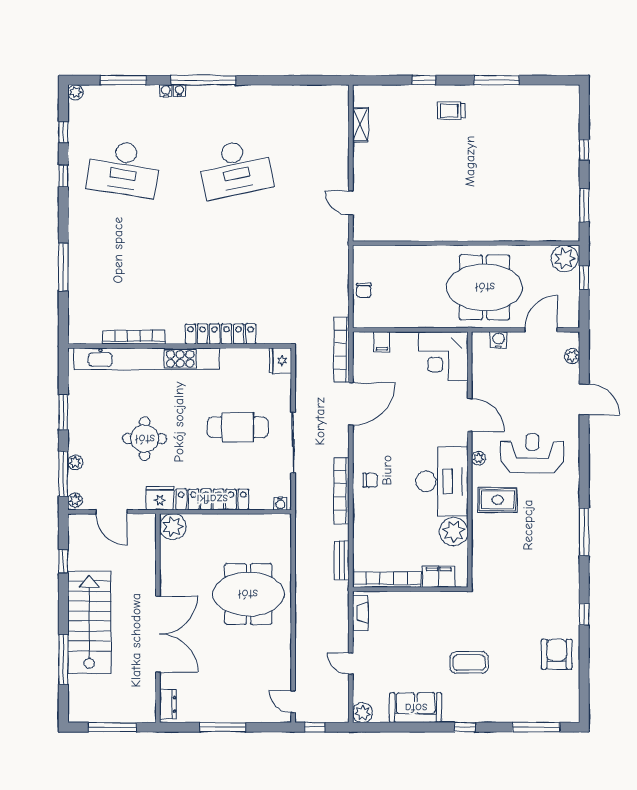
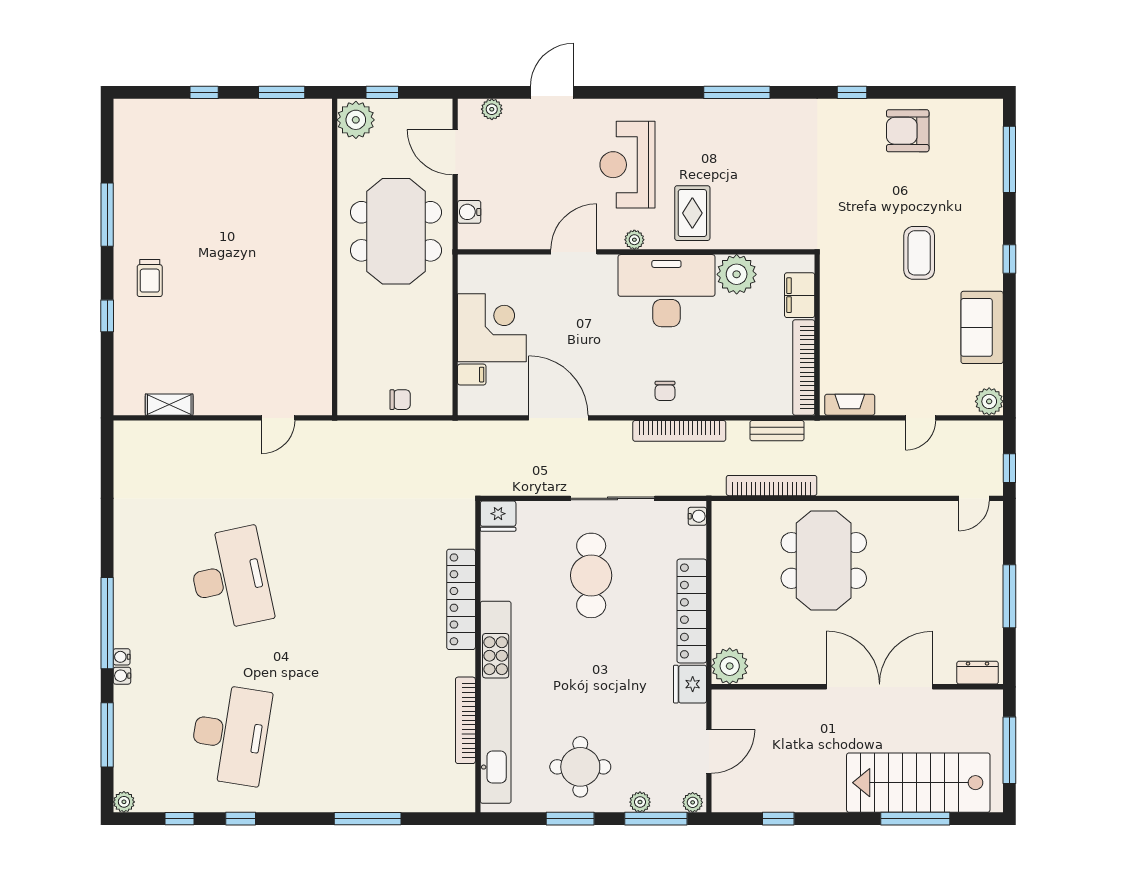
bookcase: (342, 350) -> (772, 486), moved, turned 180
corner desk: (443, 356) -> (492, 328), moved, turned -90
round table: (145, 439) -> (580, 767), moved
chair: (370, 480) -> (665, 391), turned 180
stairs: (89, 622) -> (918, 783), moved

